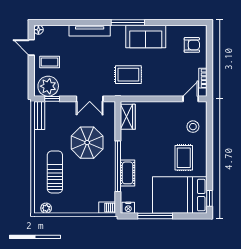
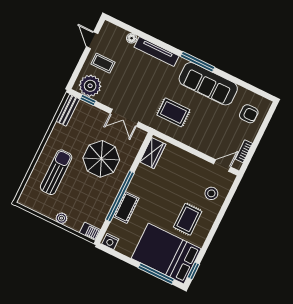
floor lamp: (38, 30) -> (132, 38), moved
sofa: (146, 36) -> (208, 84), width x1.36
plant: (46, 208) -> (61, 218), moved
window: (155, 216) -> (156, 274), moved

